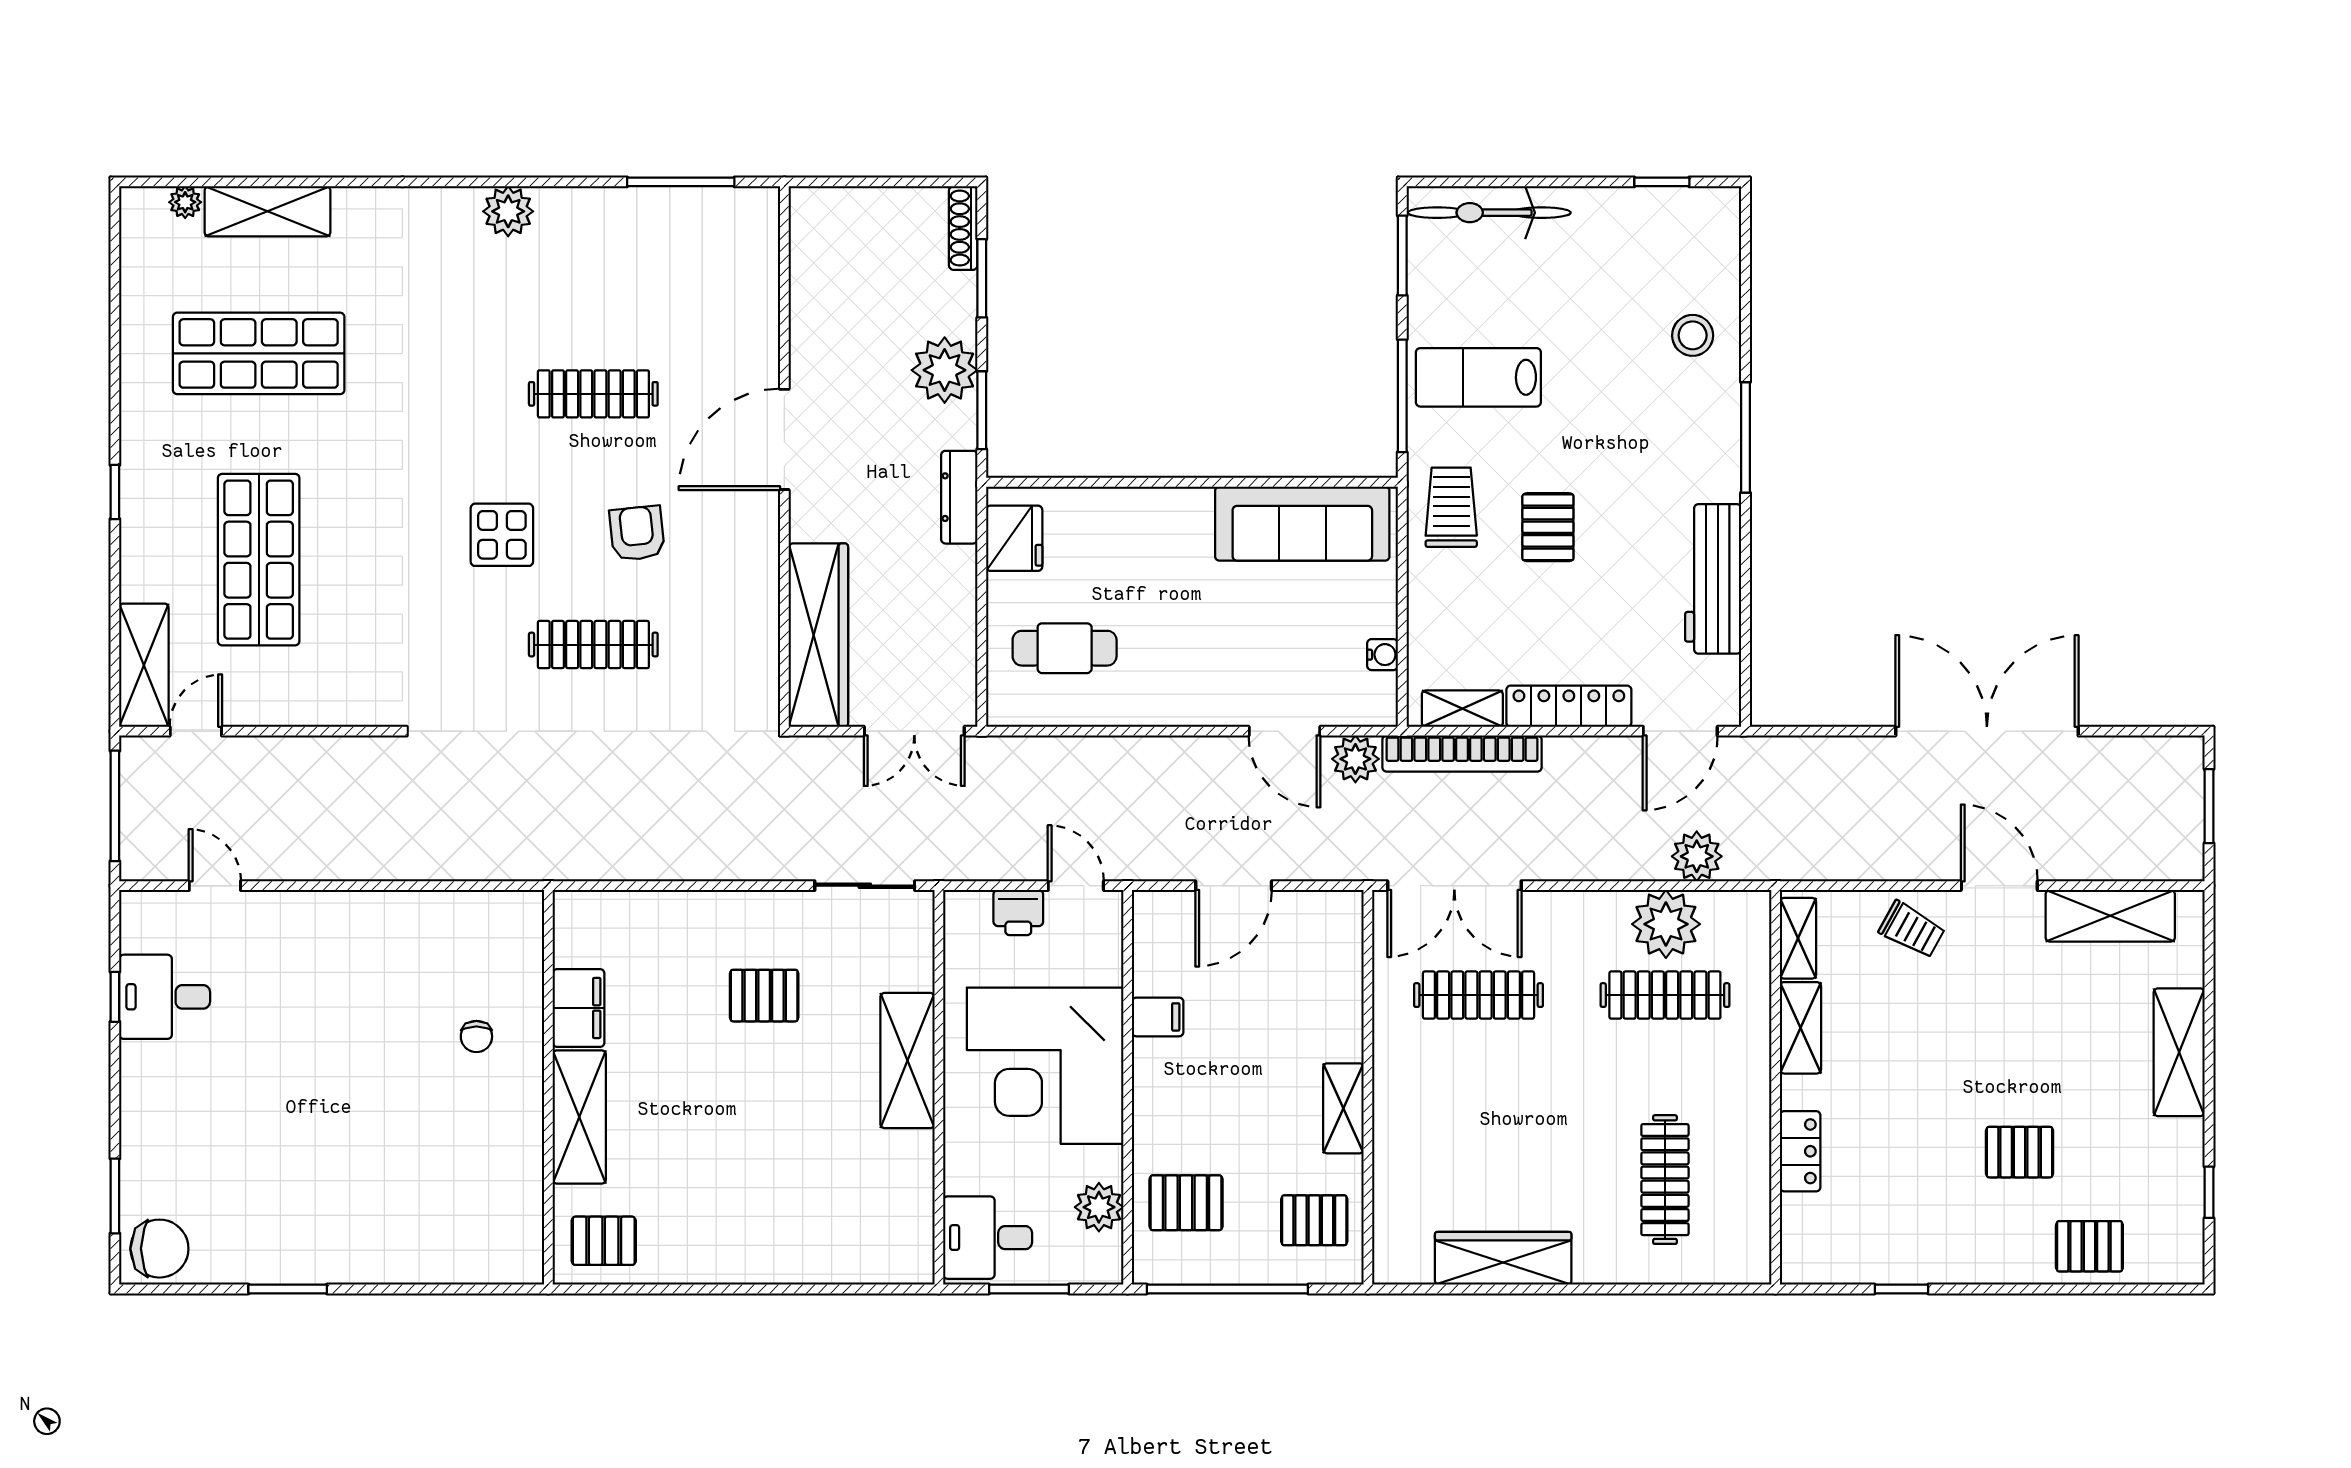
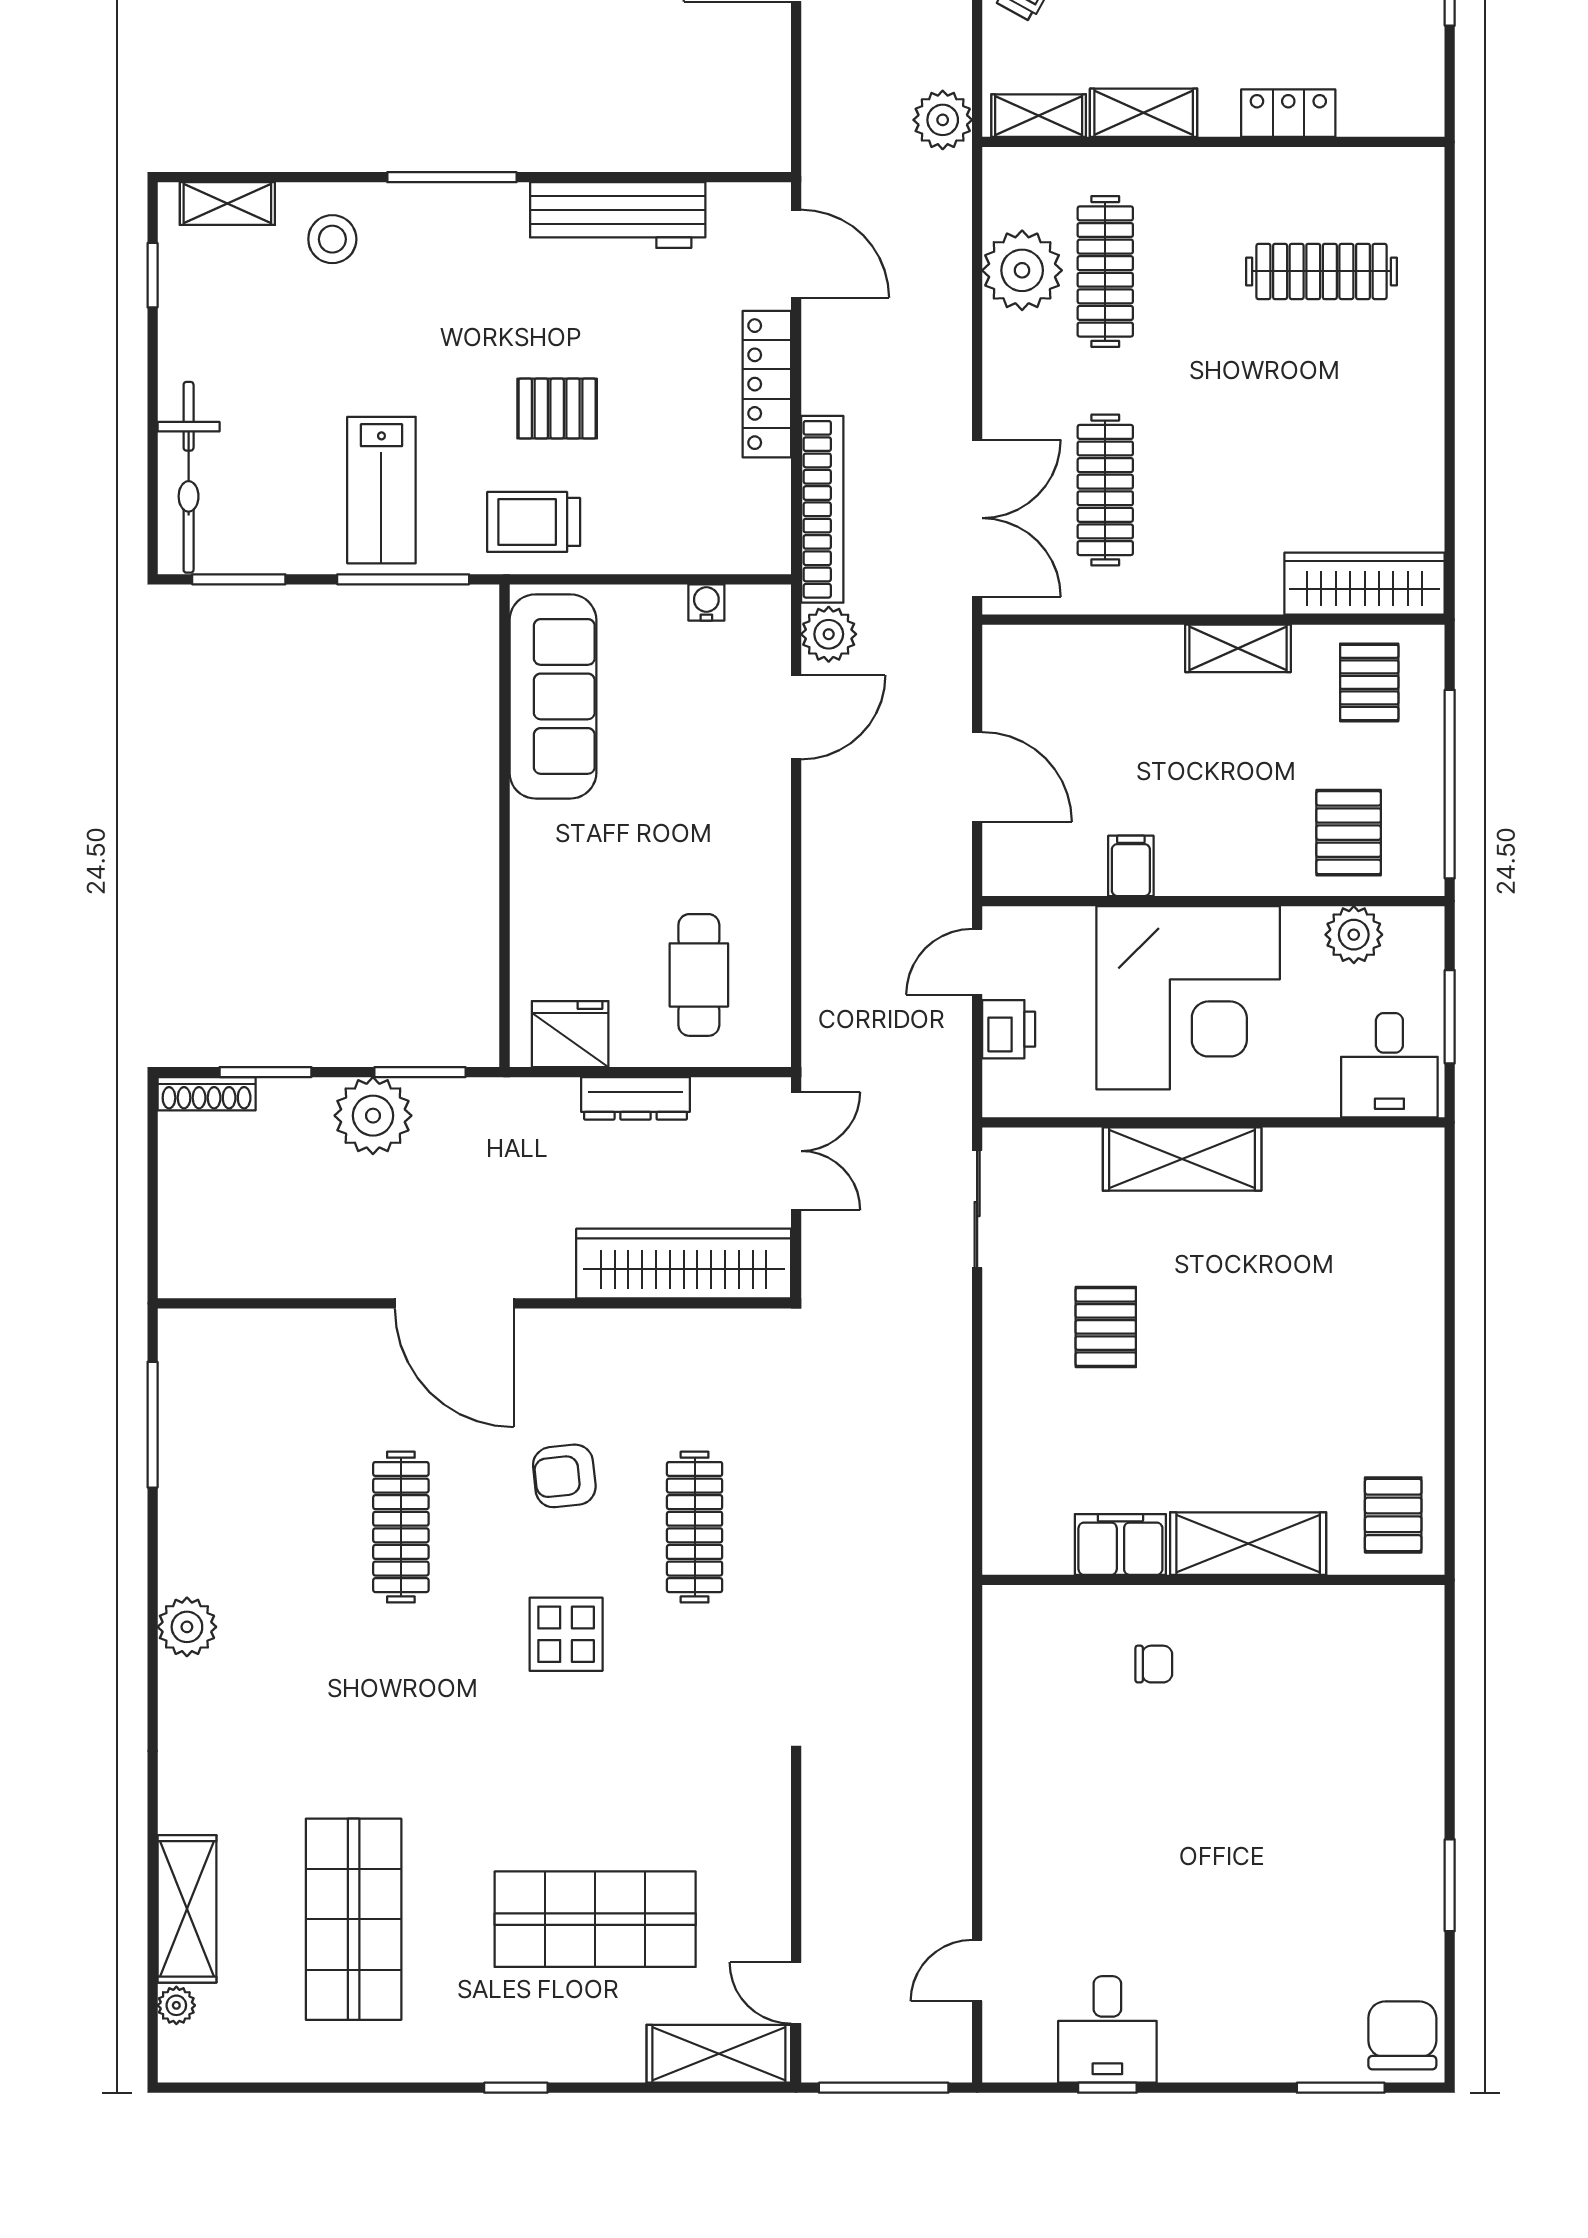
dresser: (959, 497) -> (636, 1098), moved
shelving: (1462, 709) -> (227, 204), moved, turned 90
plant: (1697, 856) -> (943, 120), moved
wardrobe: (1503, 1258) -> (1365, 584), moved, turned 90

